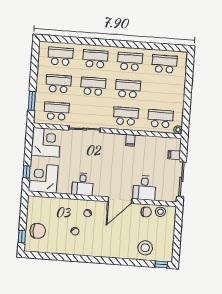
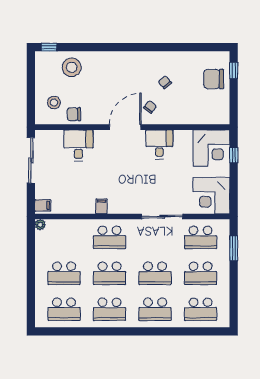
school desk: (160, 119) -> (64, 273), moved
filing cabinet: (174, 155) -> (43, 205), moved
door: (120, 200) -> (125, 127), moved
stool: (160, 212) -> (54, 103), moved

